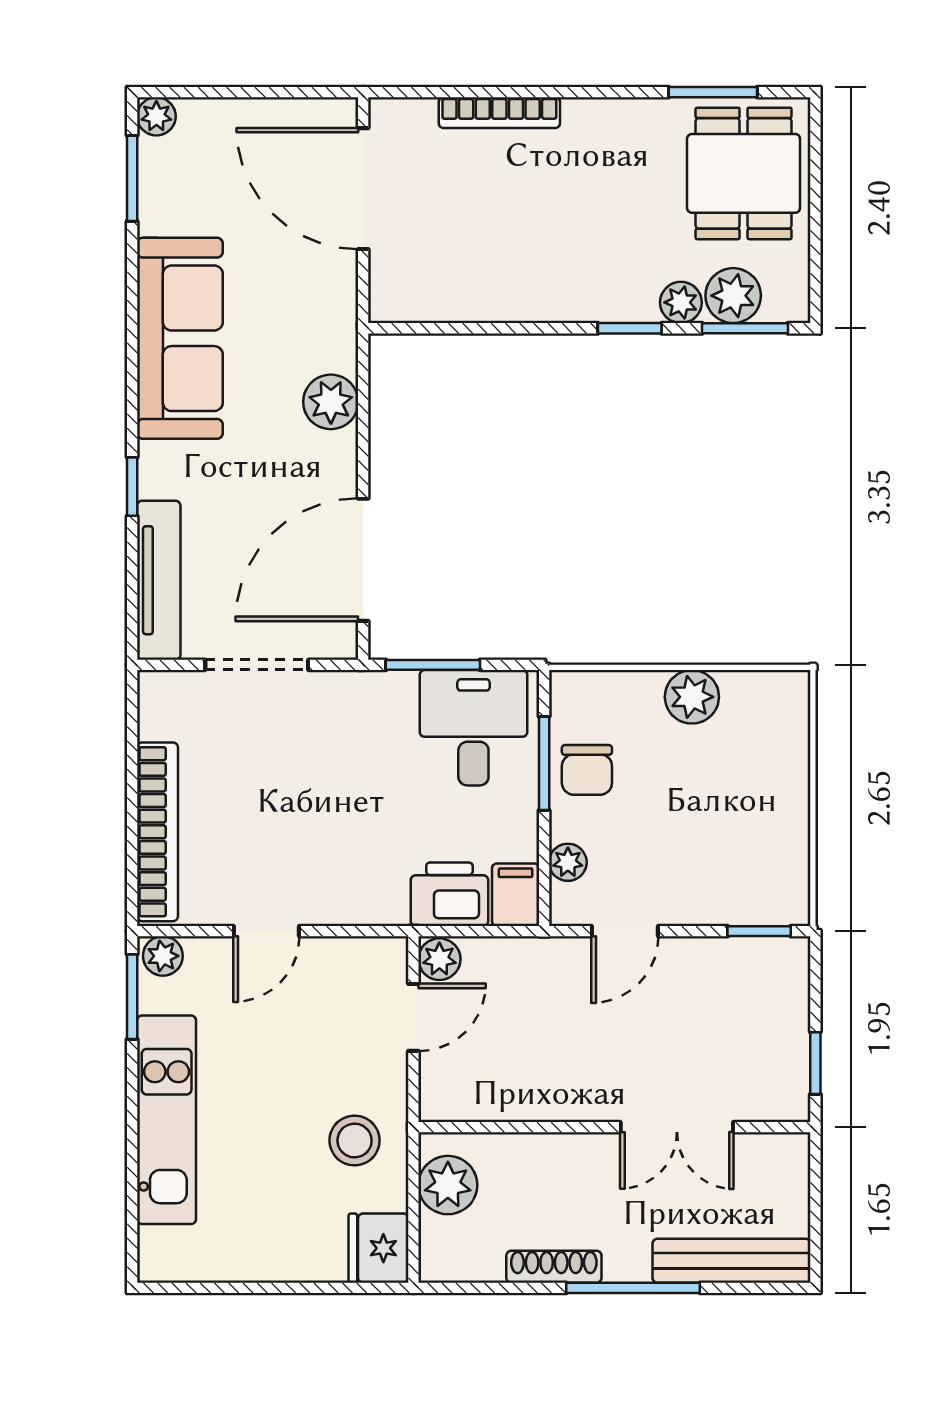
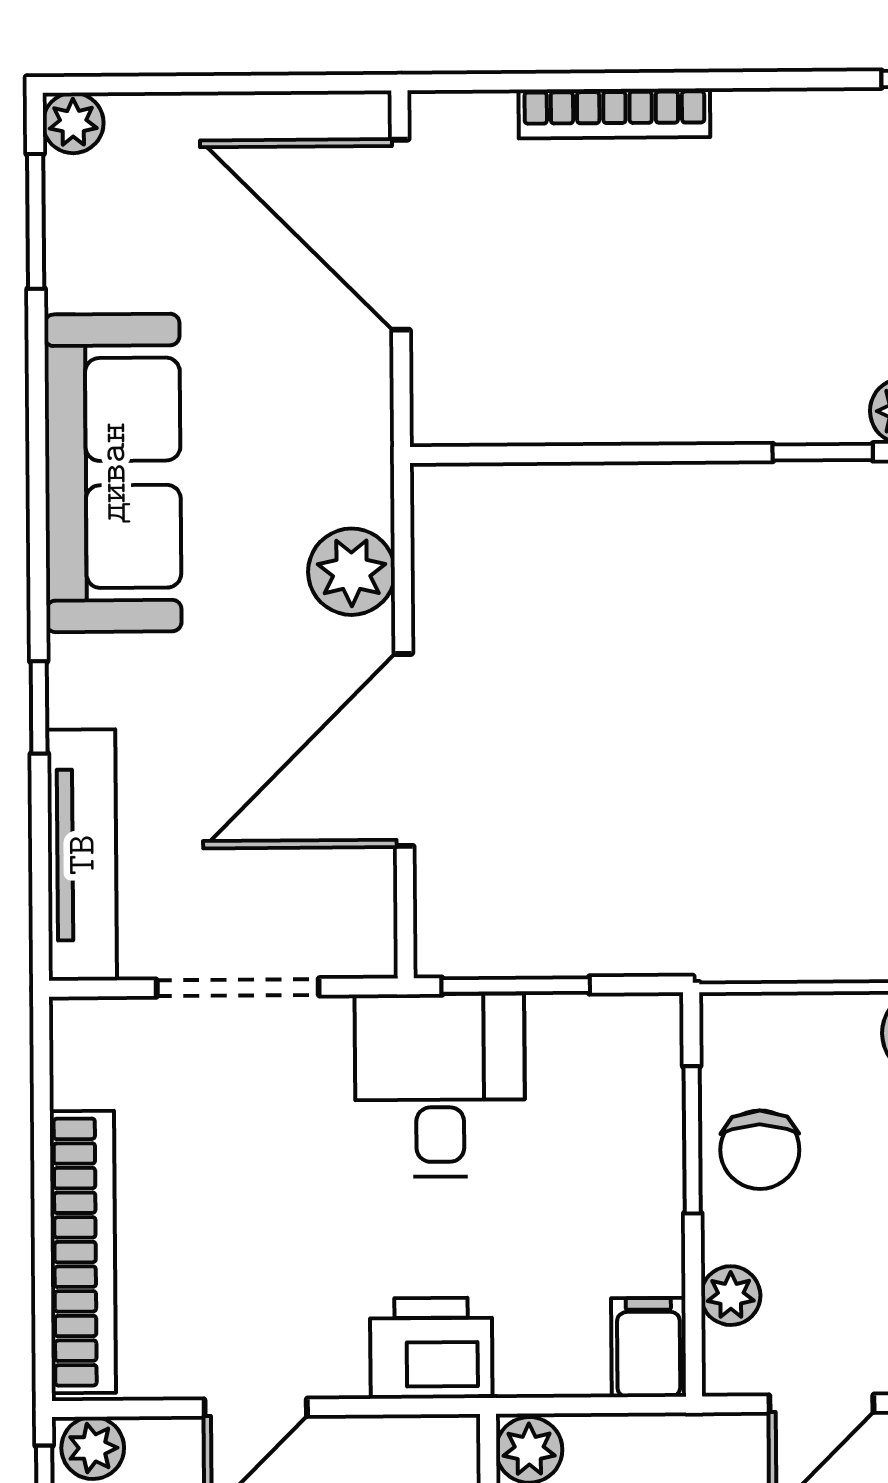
door: (363, 560) -> (404, 750), moved
desk: (473, 728) -> (440, 1085), moved
printer: (449, 894) -> (431, 1348), moved

